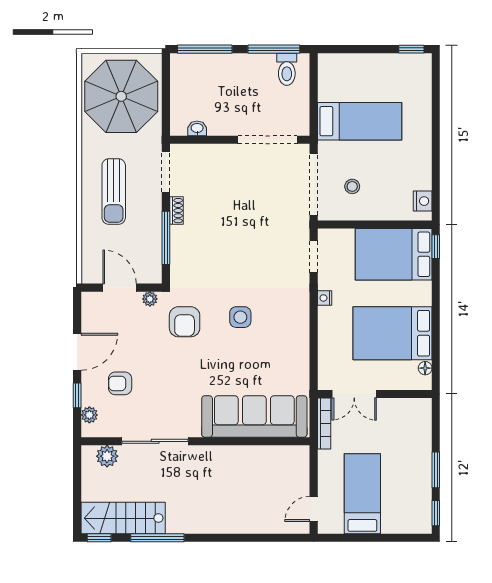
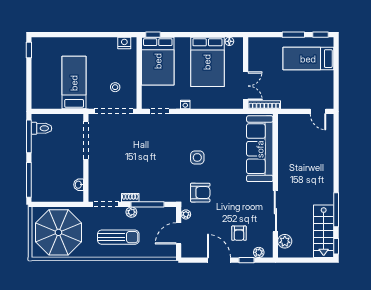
plant: (154, 212) -> (131, 212), added
bed: (362, 494) -> (308, 59), moved

